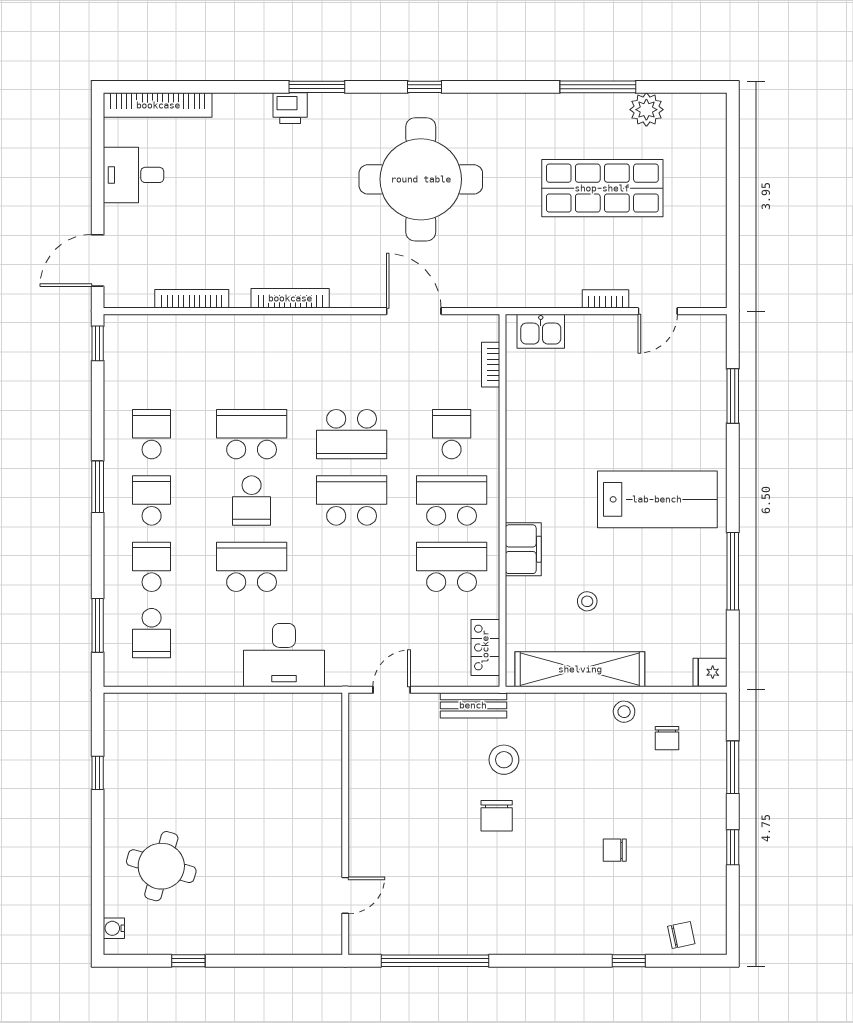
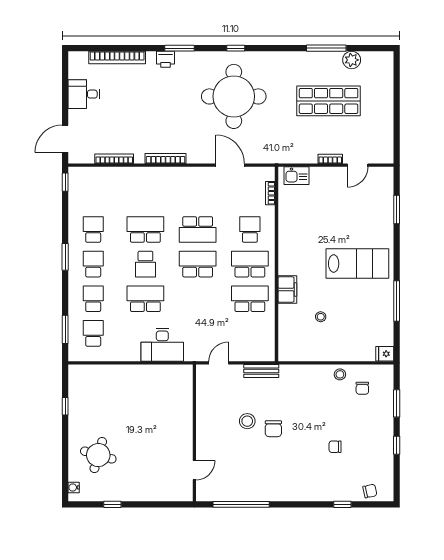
bookcase: (158, 105) -> (117, 58), moved
school desk: (152, 633) -> (93, 333), turned 180
locker: (485, 647) -> (268, 341), removed
shelving: (580, 669) -> (317, 352), removed
stool: (504, 760) -> (247, 421), moved

